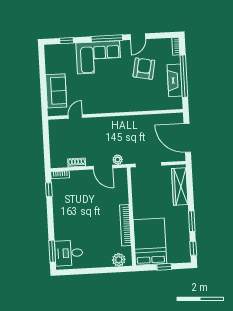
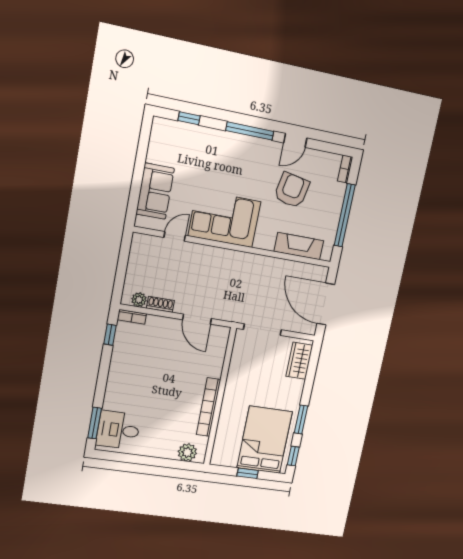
corner sofa: (98, 57) -> (224, 219), moved, turned 180
fireplace: (175, 80) -> (299, 246), moved, turned 90
plant: (118, 160) -> (139, 300), moved
wardrobe: (180, 187) -> (299, 361), width x0.67
bed: (150, 242) -> (265, 440), moved

